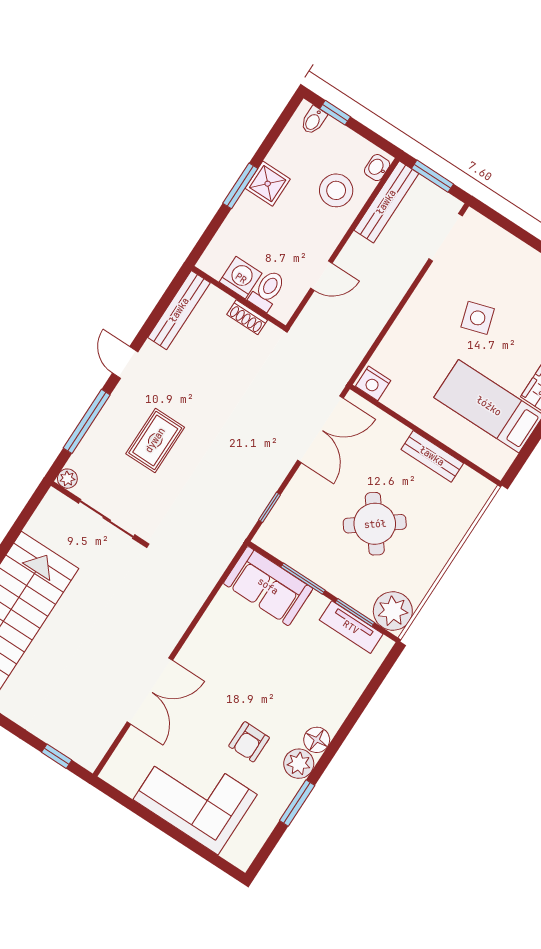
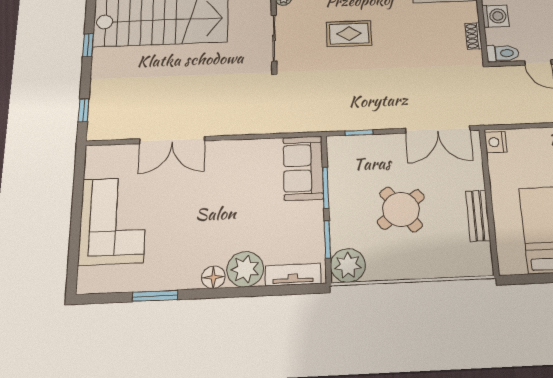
toilet: (267, 290) -> (503, 53), moved
tv unit: (351, 627) -> (293, 275), moved, turned 90
armchair: (249, 742) -> (180, 230), removed
plant: (299, 764) -> (245, 269), moved, width x1.36, depth x1.36

